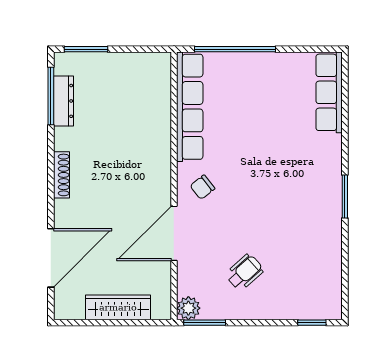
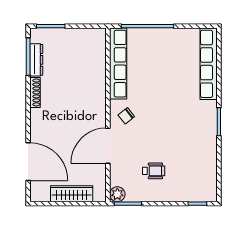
row of seats: (329, 92) -> (209, 64), width x1.36
shoe rack: (62, 175) -> (35, 92), moved
door: (51, 258) -> (28, 162), hinge flipped
wheelchair: (245, 272) -> (154, 171), turned 42

